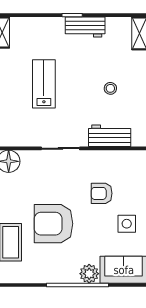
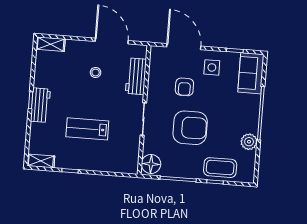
workbench: (85, 27) -> (40, 105), moved
armchair: (54, 224) -> (190, 128), moved, turned -90
plant: (89, 274) -> (249, 142), moved

